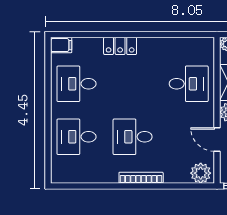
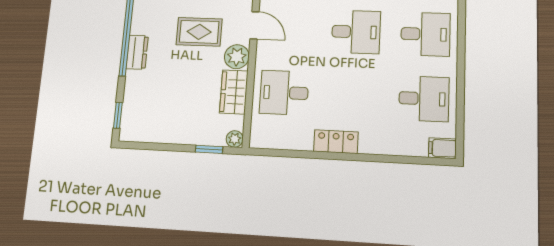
locker: (120, 46) -> (336, 142), moved

